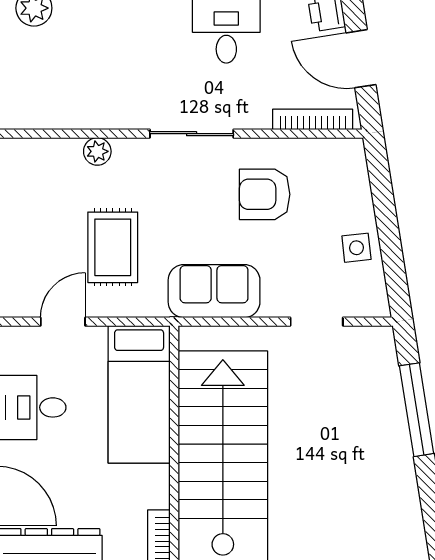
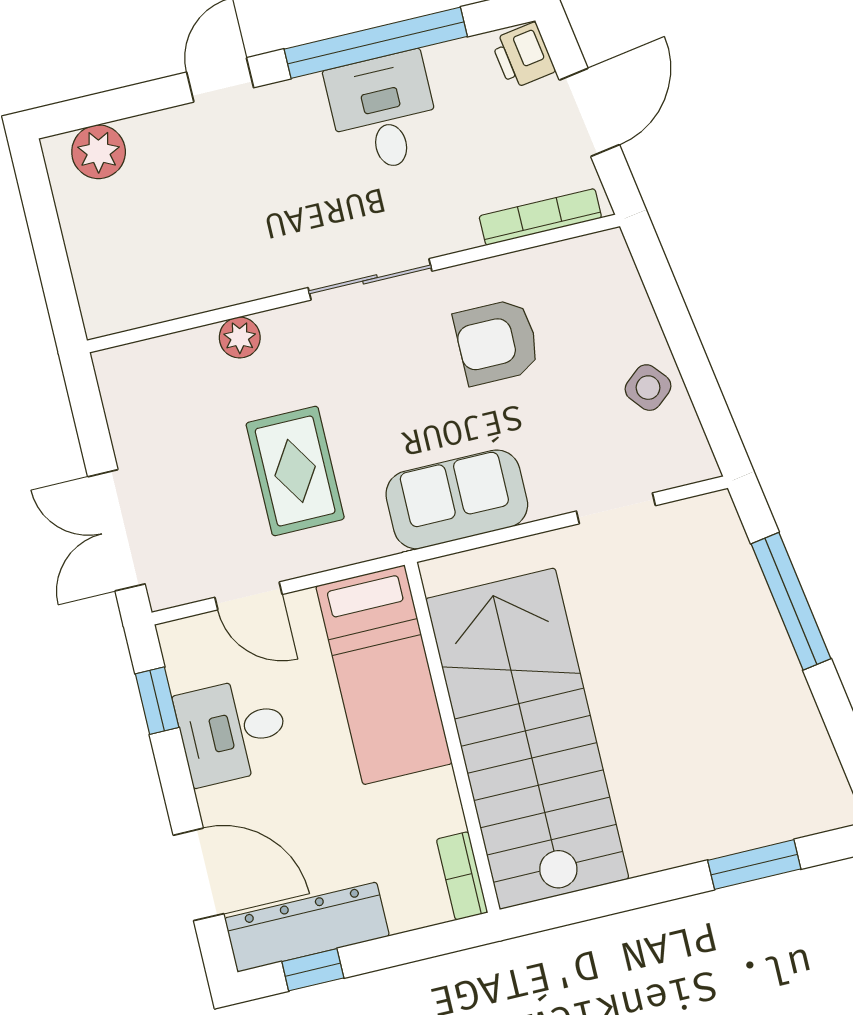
door: (361, 59) -> (589, 112), swing flipped
side table: (356, 248) -> (648, 388), turned -34
door: (63, 322) -> (248, 596), swing flipped

